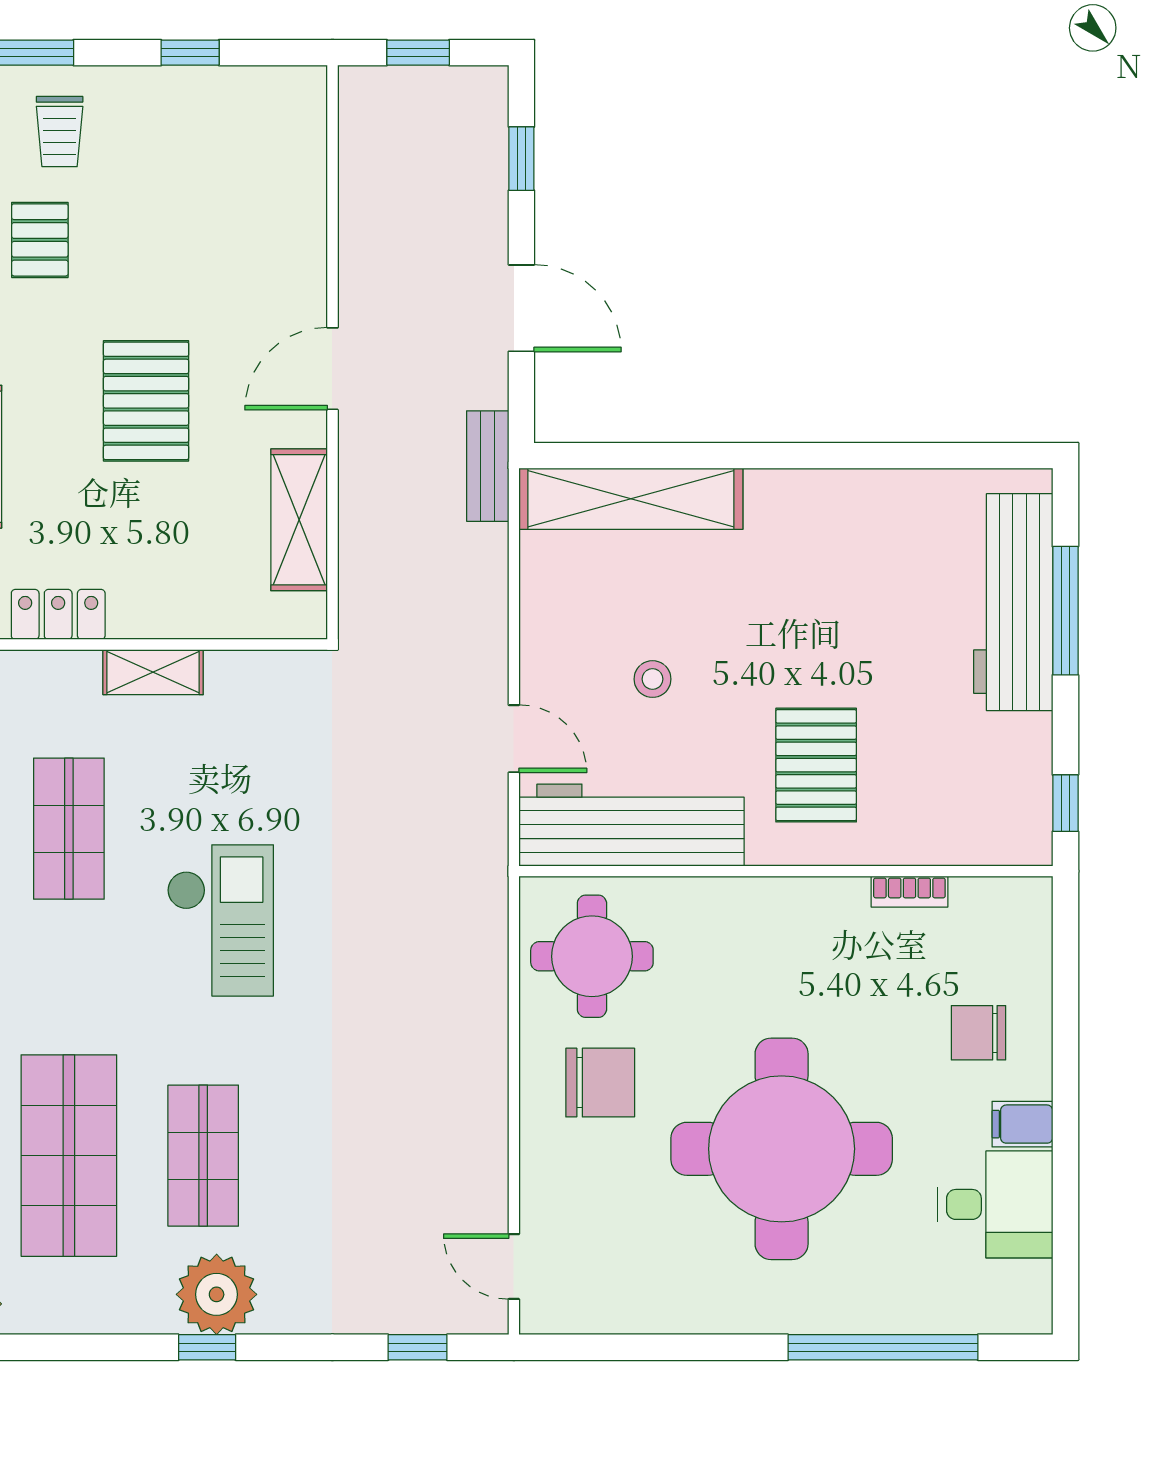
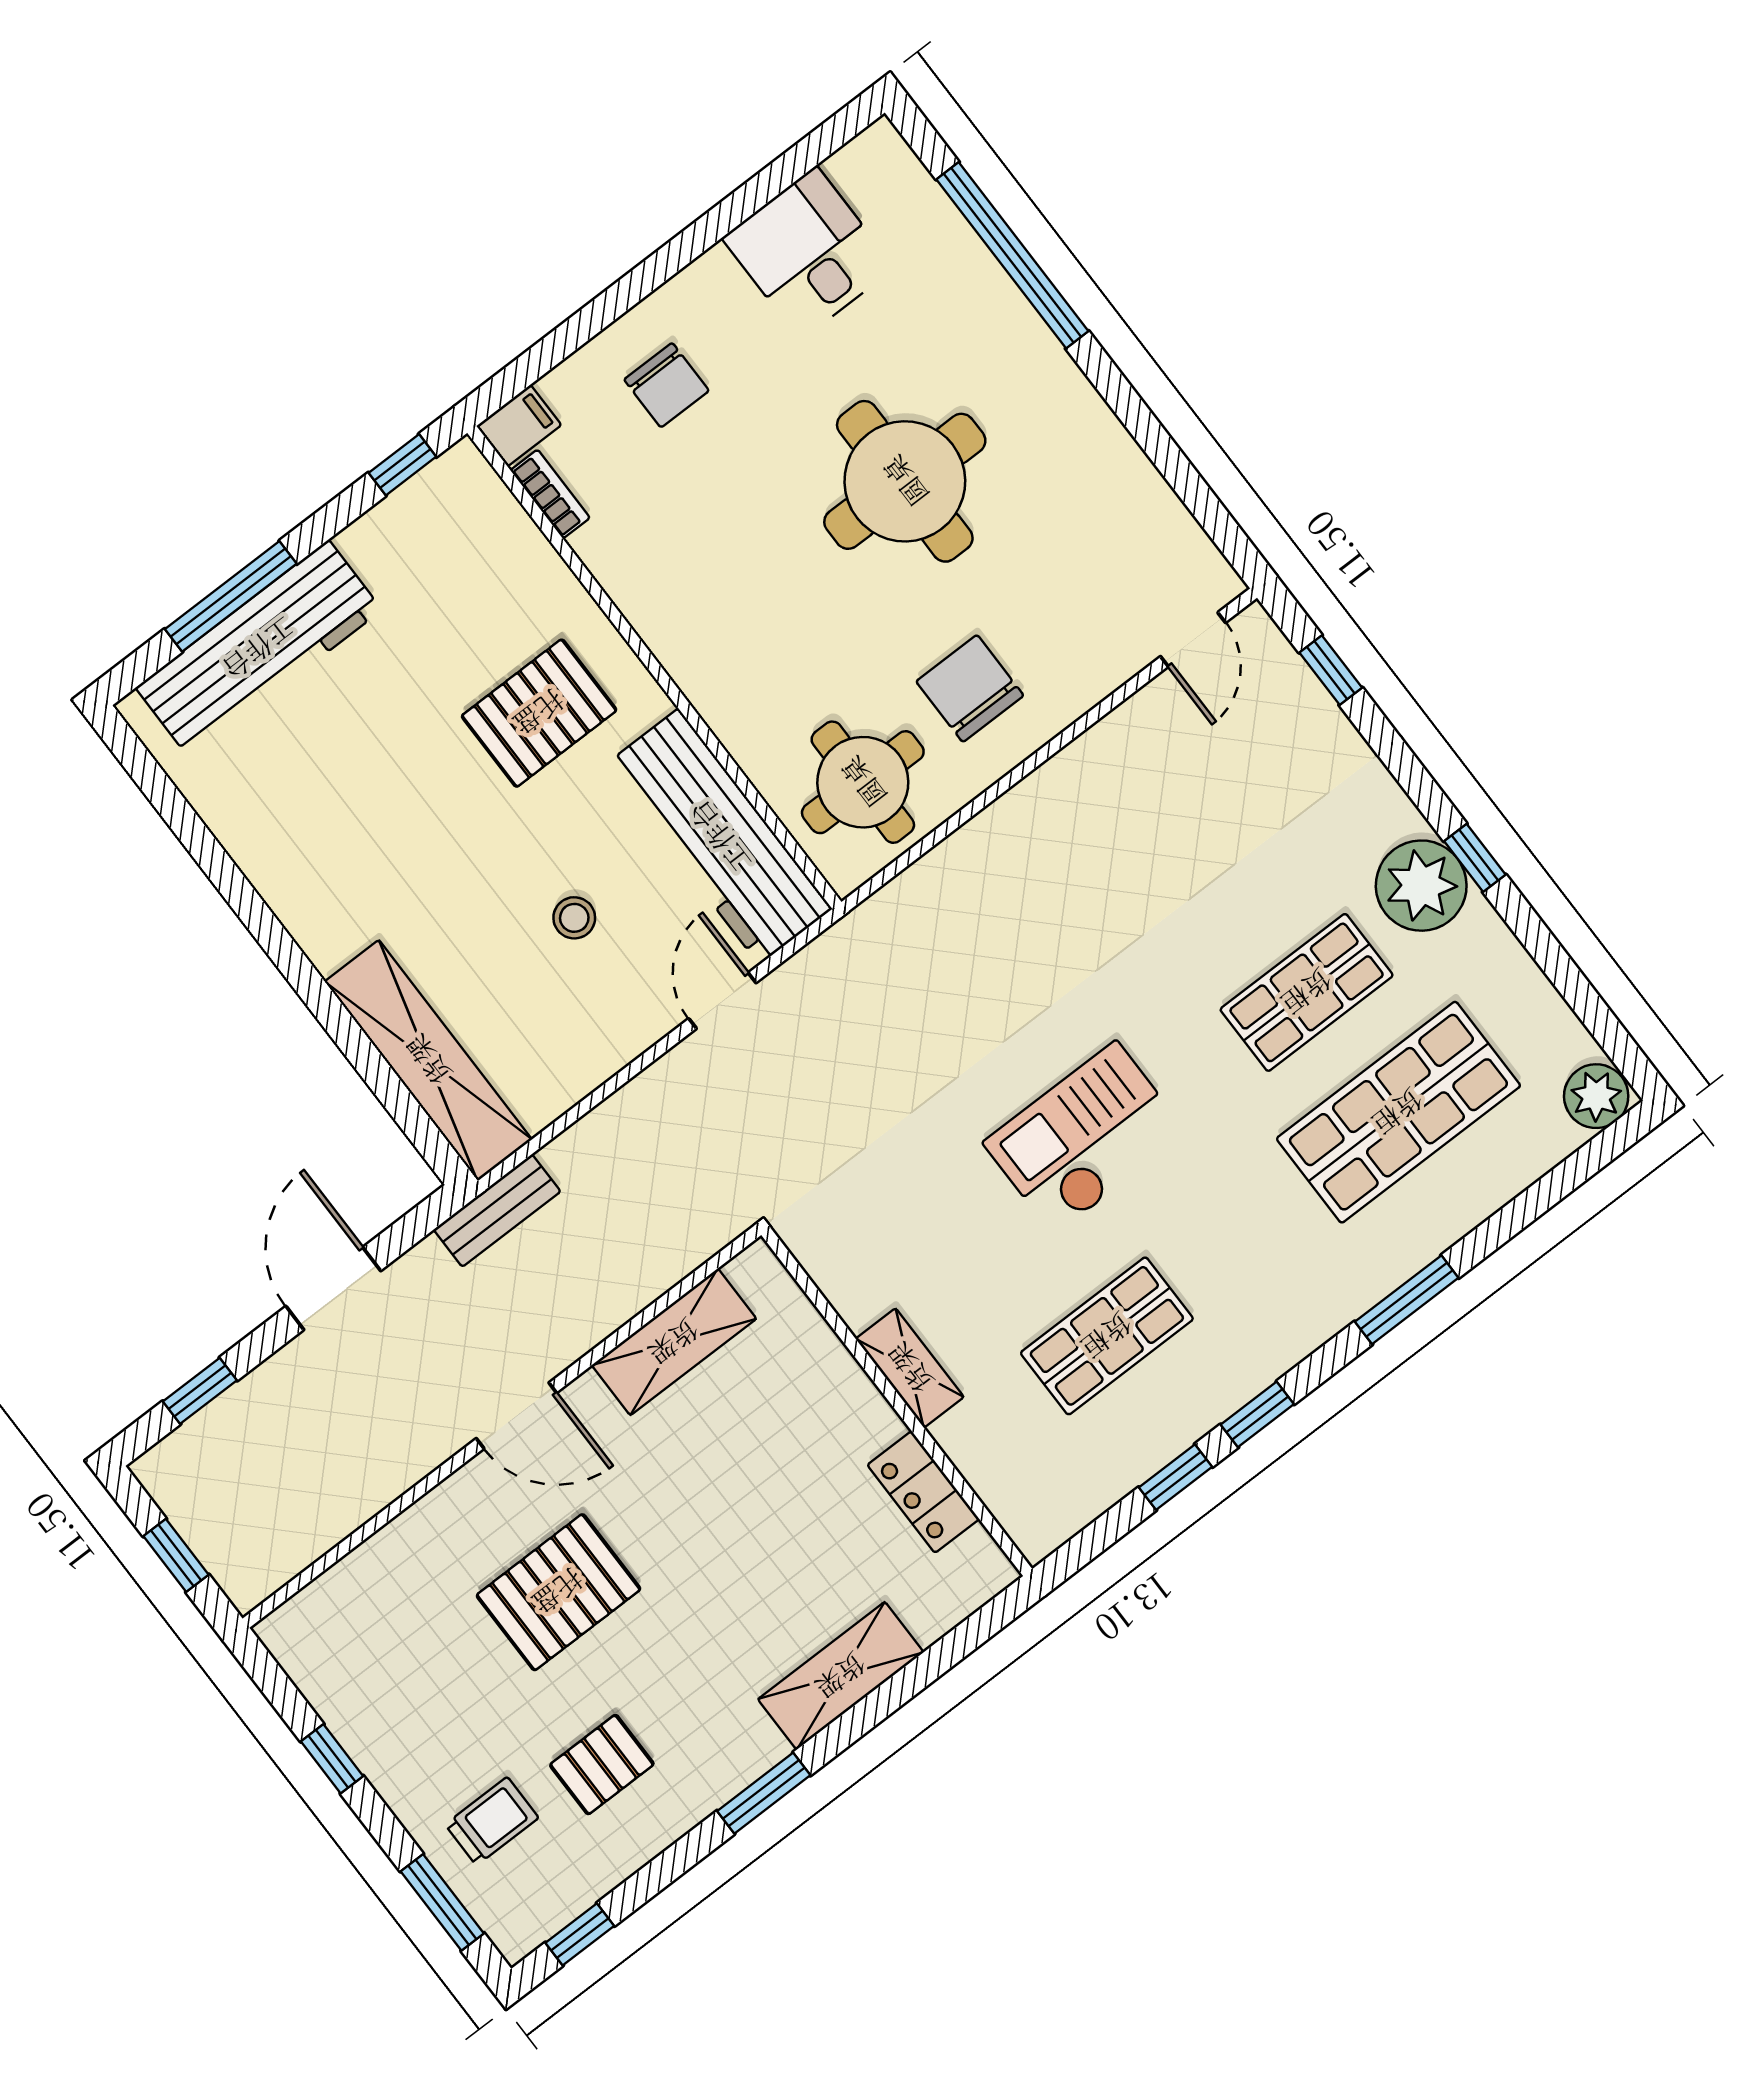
pallet: (146, 401) -> (558, 1592), moved
bookcase: (909, 892) -> (550, 494), moved
filing cabinet: (1022, 1124) -> (519, 426), moved, turned -90
round table: (782, 1149) -> (905, 481), width x0.73, depth x0.73

